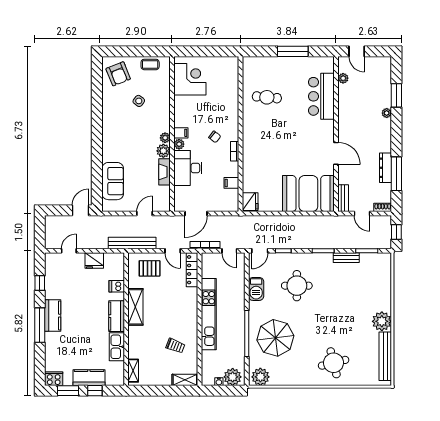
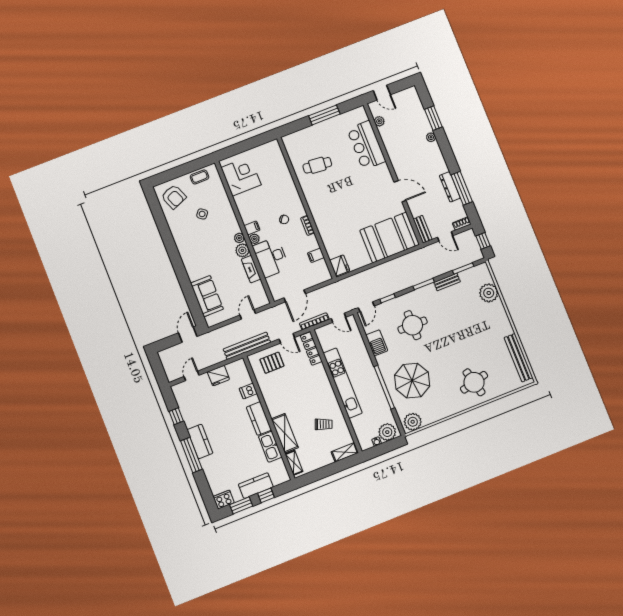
shelving: (135, 307) -> (285, 433), moved
plant: (382, 321) -> (489, 293), moved

